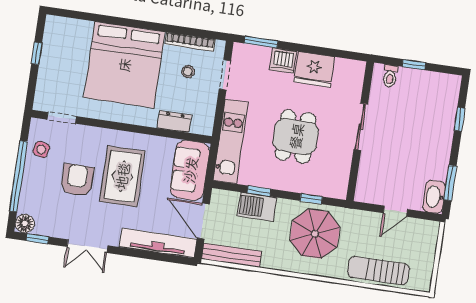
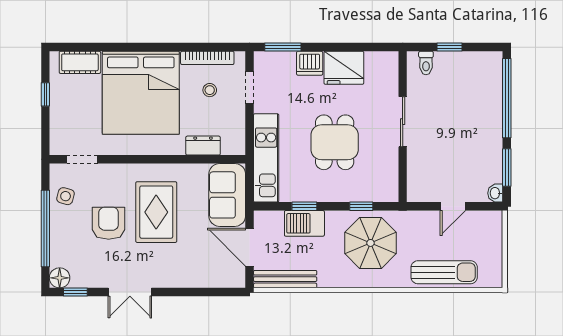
cot: (73, 29) -> (80, 62), added
window: (459, 119) -> (507, 98), width x3.17
washbasin: (434, 197) -> (495, 193), width x0.52, depth x0.69
tv unit: (158, 243) -> (205, 278), removed
sun lounger: (378, 271) -> (444, 272), turned 180

